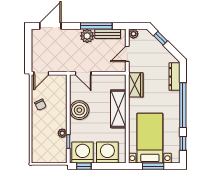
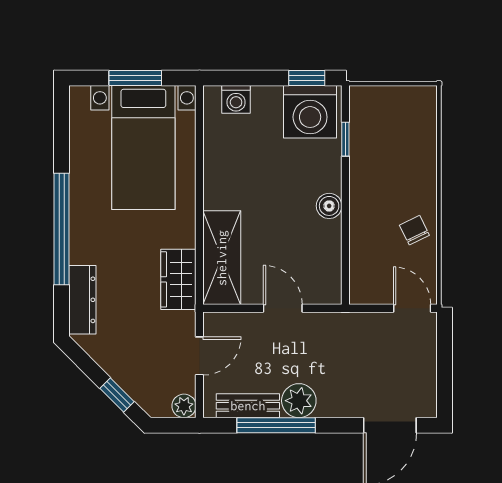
door: (41, 73) -> (412, 308), hinge flipped
door: (83, 73) -> (283, 308), moved
shelving: (118, 109) -> (222, 258), moved
boiler: (79, 110) -> (329, 206), width x0.54, depth x0.54
plant: (62, 133) -> (360, 160), removed
window: (183, 143) -> (62, 134), removed
washing machine: (107, 152) -> (236, 99), width x0.53, depth x0.53

